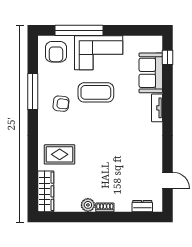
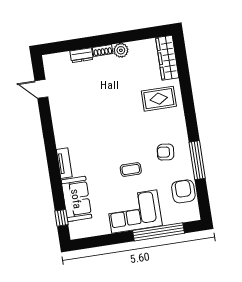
armchair: (56, 52) -> (183, 191), moved
coffee table: (96, 92) -> (131, 169), width x0.54, depth x0.58
dresser: (142, 206) -> (82, 55), moved

